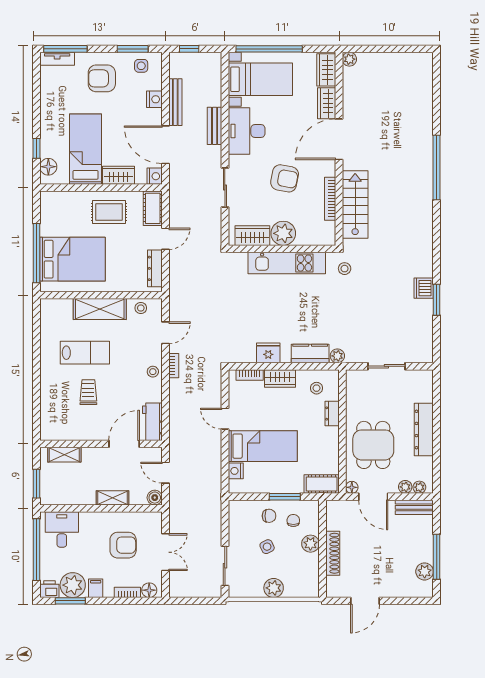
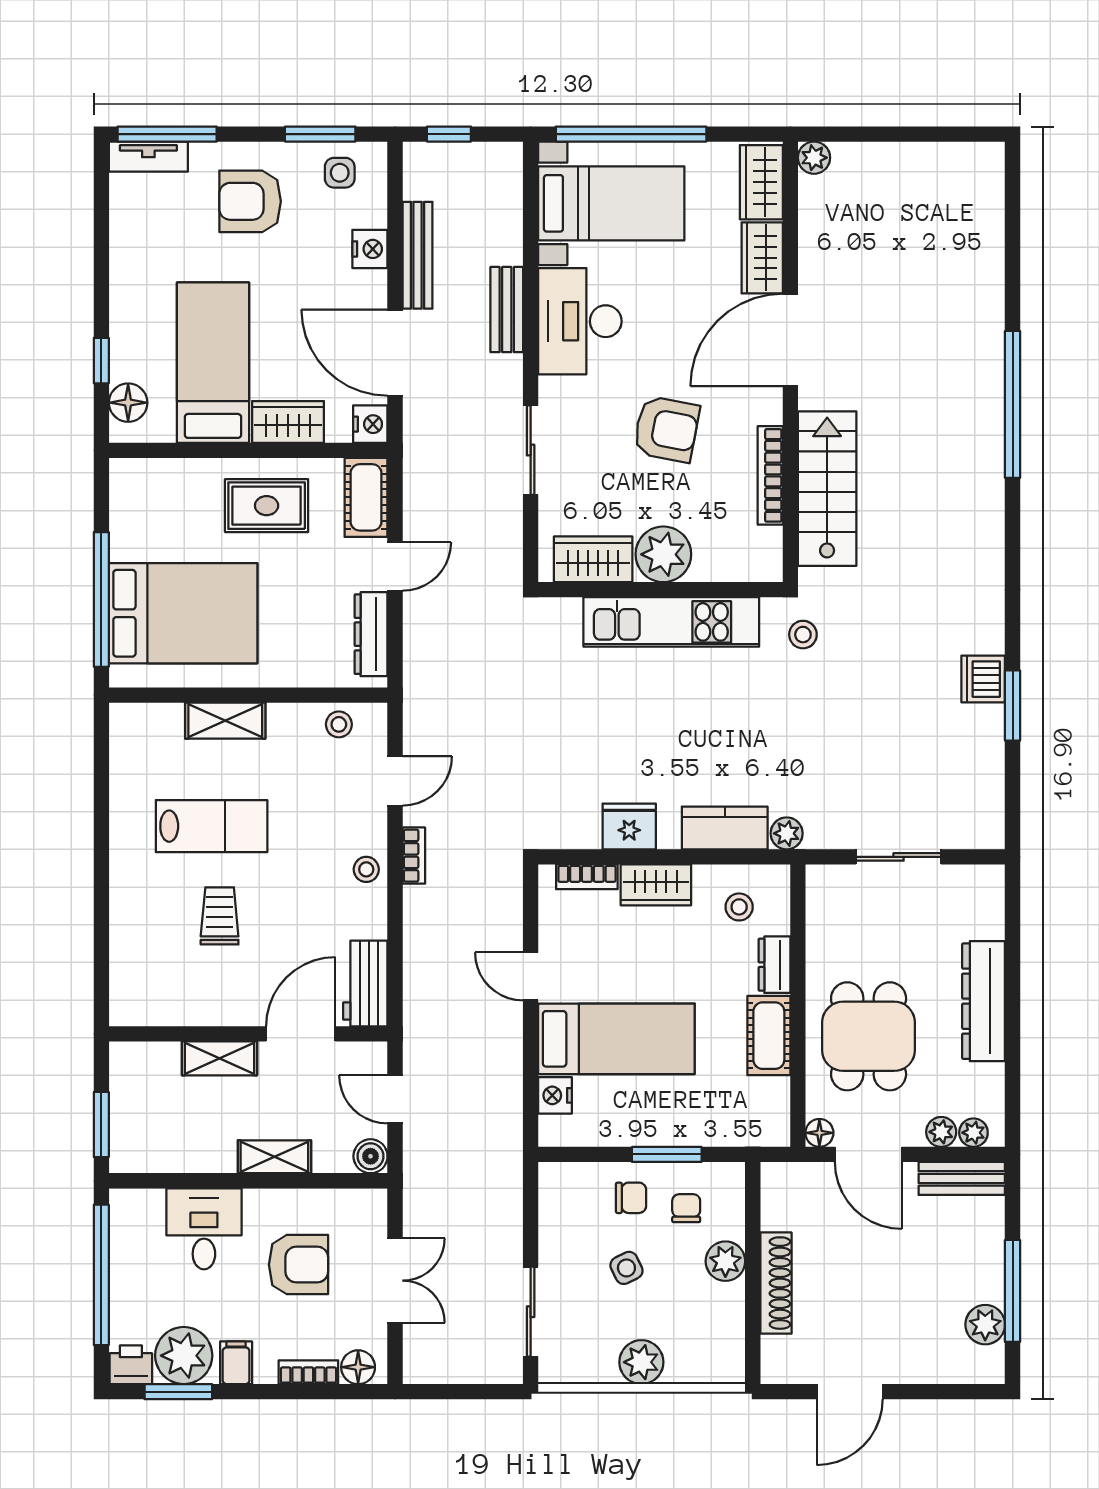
shelving: (100, 309) -> (225, 721), width x0.67, depth x0.75
shelving: (64, 455) -> (220, 1058), moved
cot: (322, 484) -> (769, 1036), moved, turned 90
desk: (62, 529) -> (204, 1229), moved

